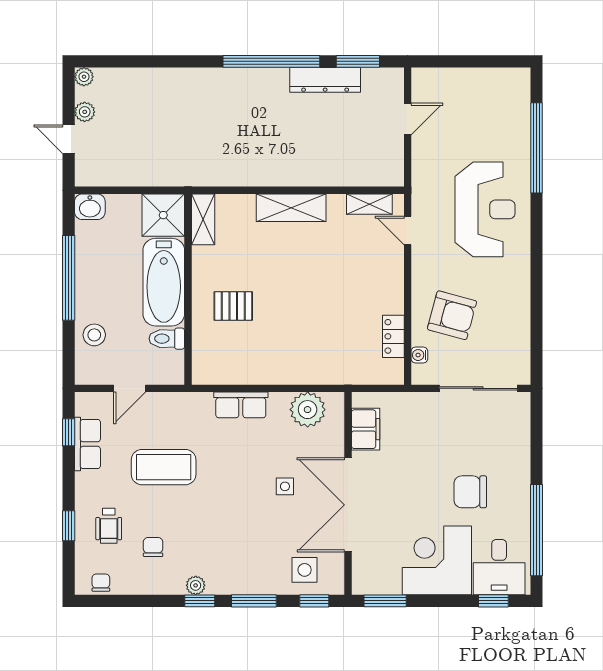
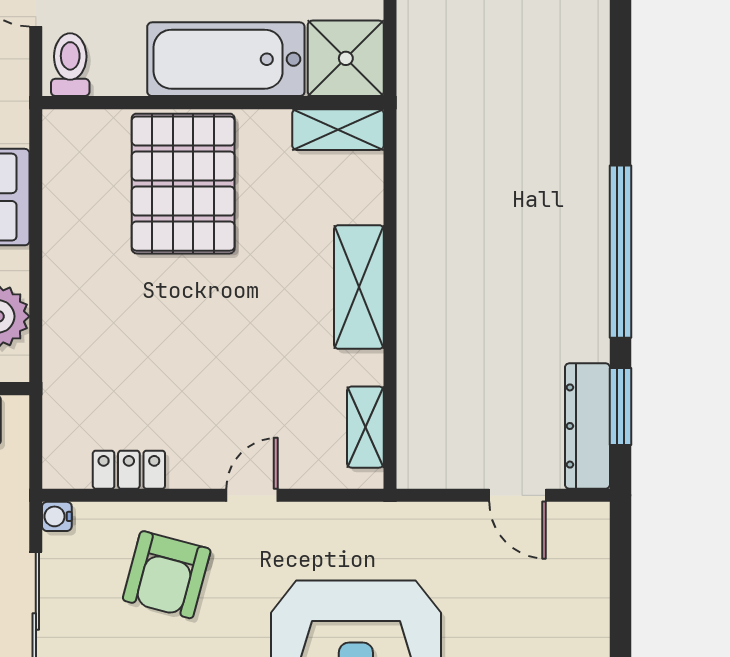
dresser: (325, 80) -> (587, 426), moved
door: (408, 231) -> (252, 495), moved
pallet: (233, 306) -> (183, 184), width x2.05, depth x2.00
toilet: (167, 339) -> (70, 65), moved
water cooler: (419, 355) -> (57, 516), moved, turned -90

